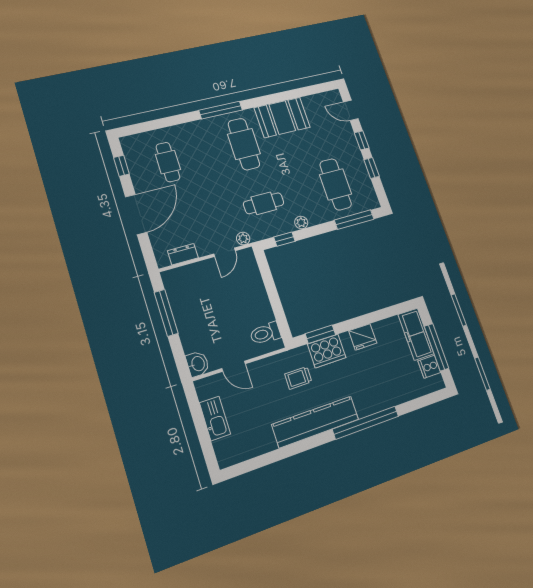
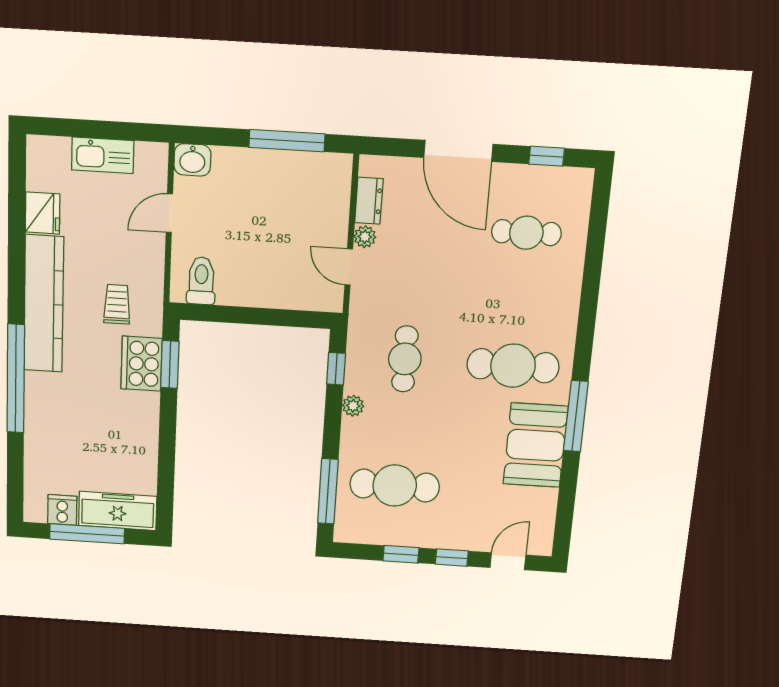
window: (221, 110) -> (576, 416), moved
plant: (243, 239) -> (365, 237), moved
fridge: (363, 337) -> (43, 213), moved, turned 180

